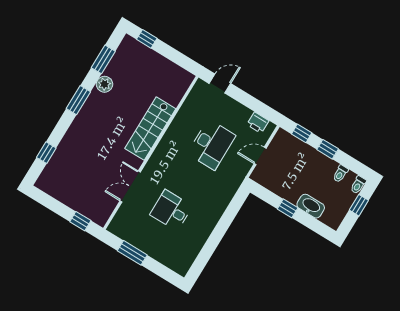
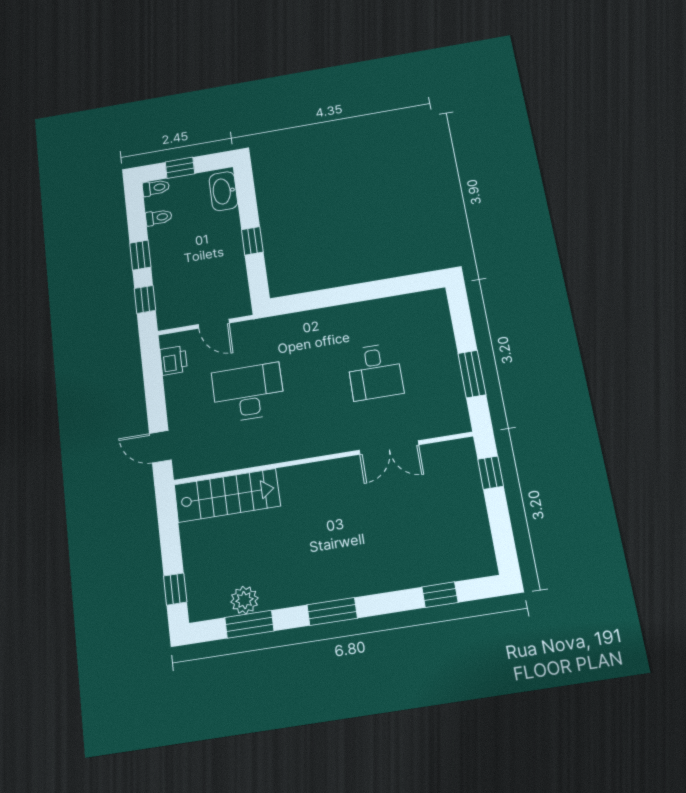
plant: (104, 84) -> (244, 600), moved
stairs: (150, 129) -> (227, 495), moved
washbasin: (311, 206) -> (223, 191), moved

